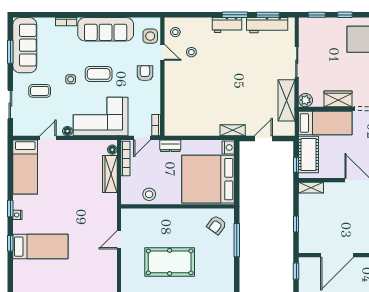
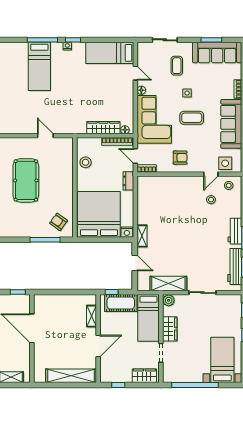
armchair: (145, 73) -> (180, 158), moved
coffee table: (99, 74) -> (192, 118), turned 90
shelving: (311, 188) -> (91, 316), moved
window: (296, 224) -> (59, 292), removed
window: (10, 243) -> (42, 40), width x2.17

